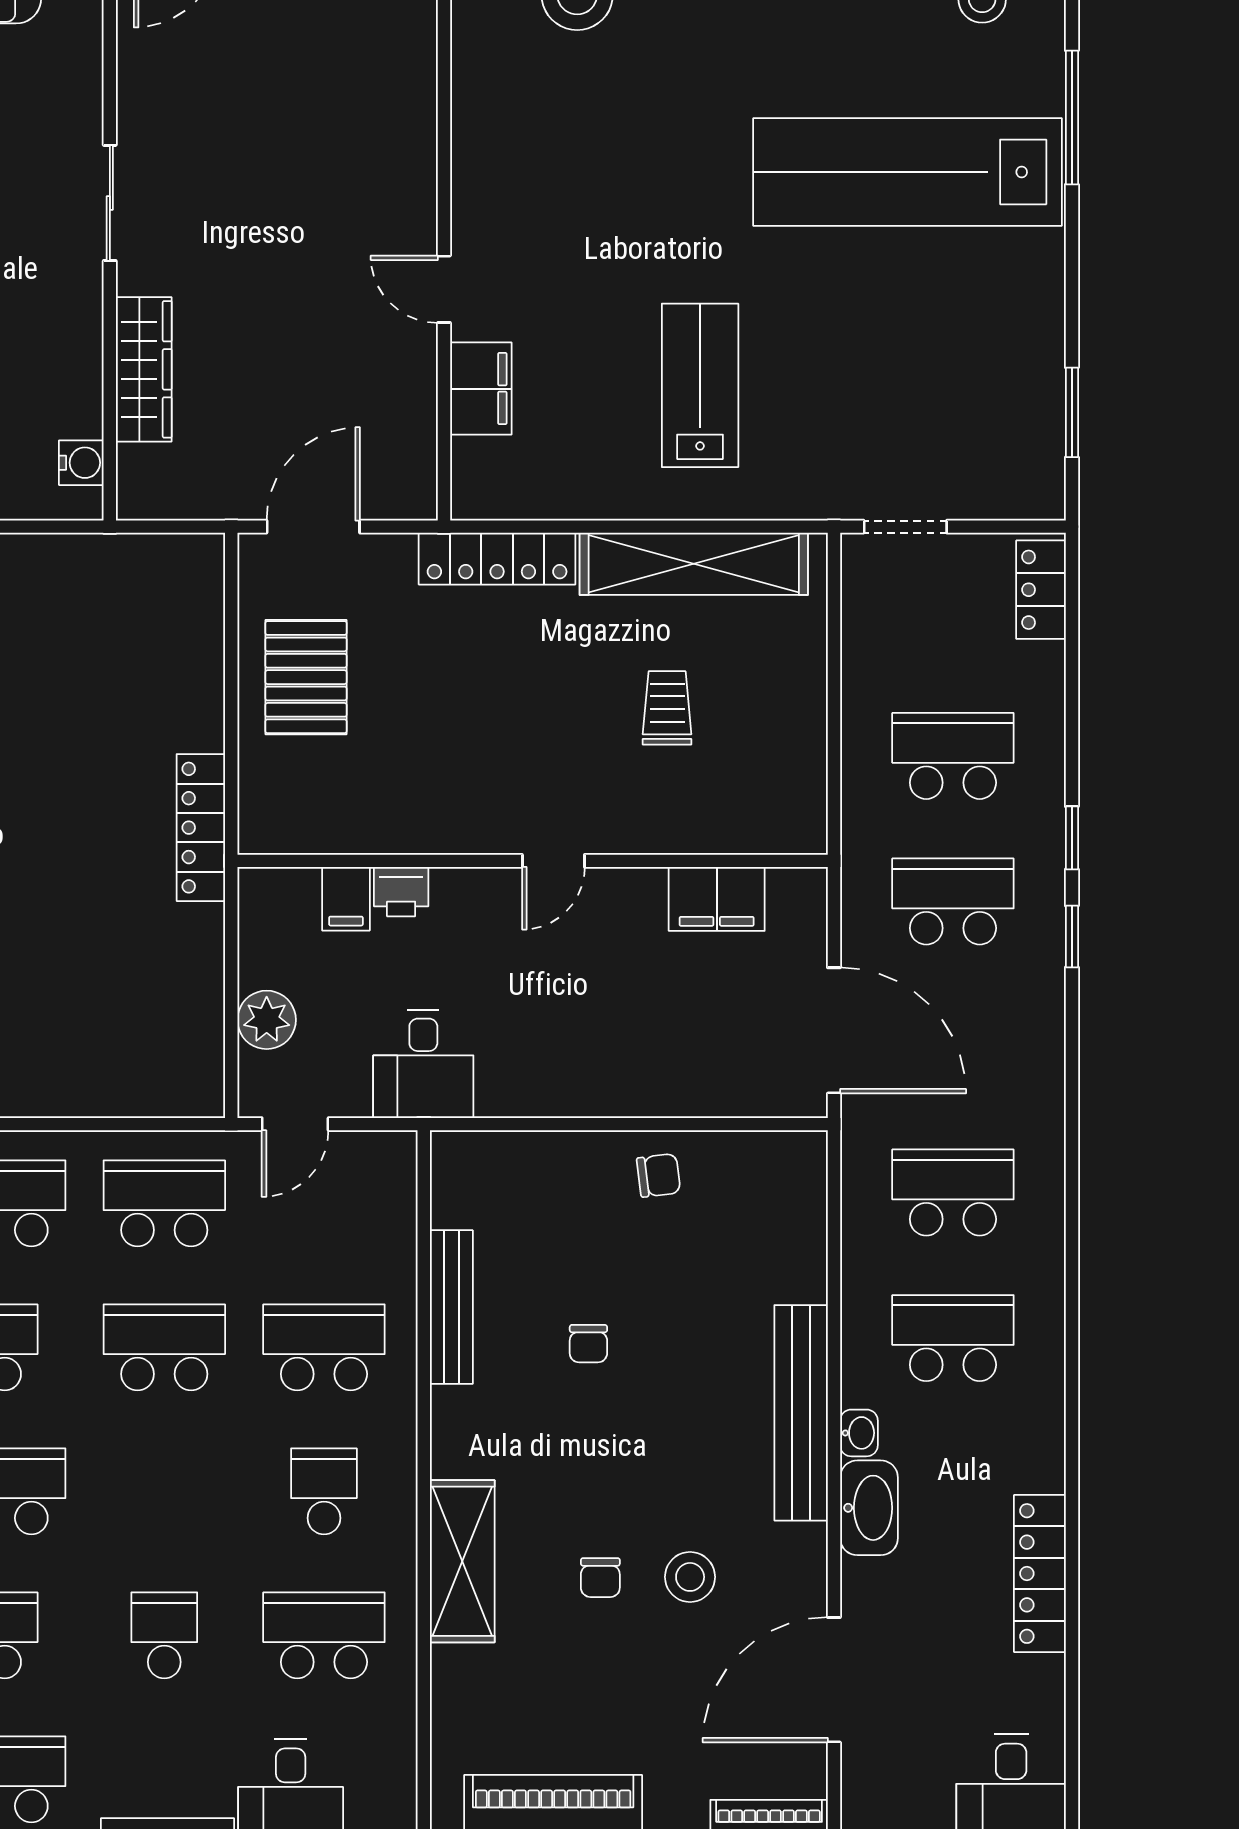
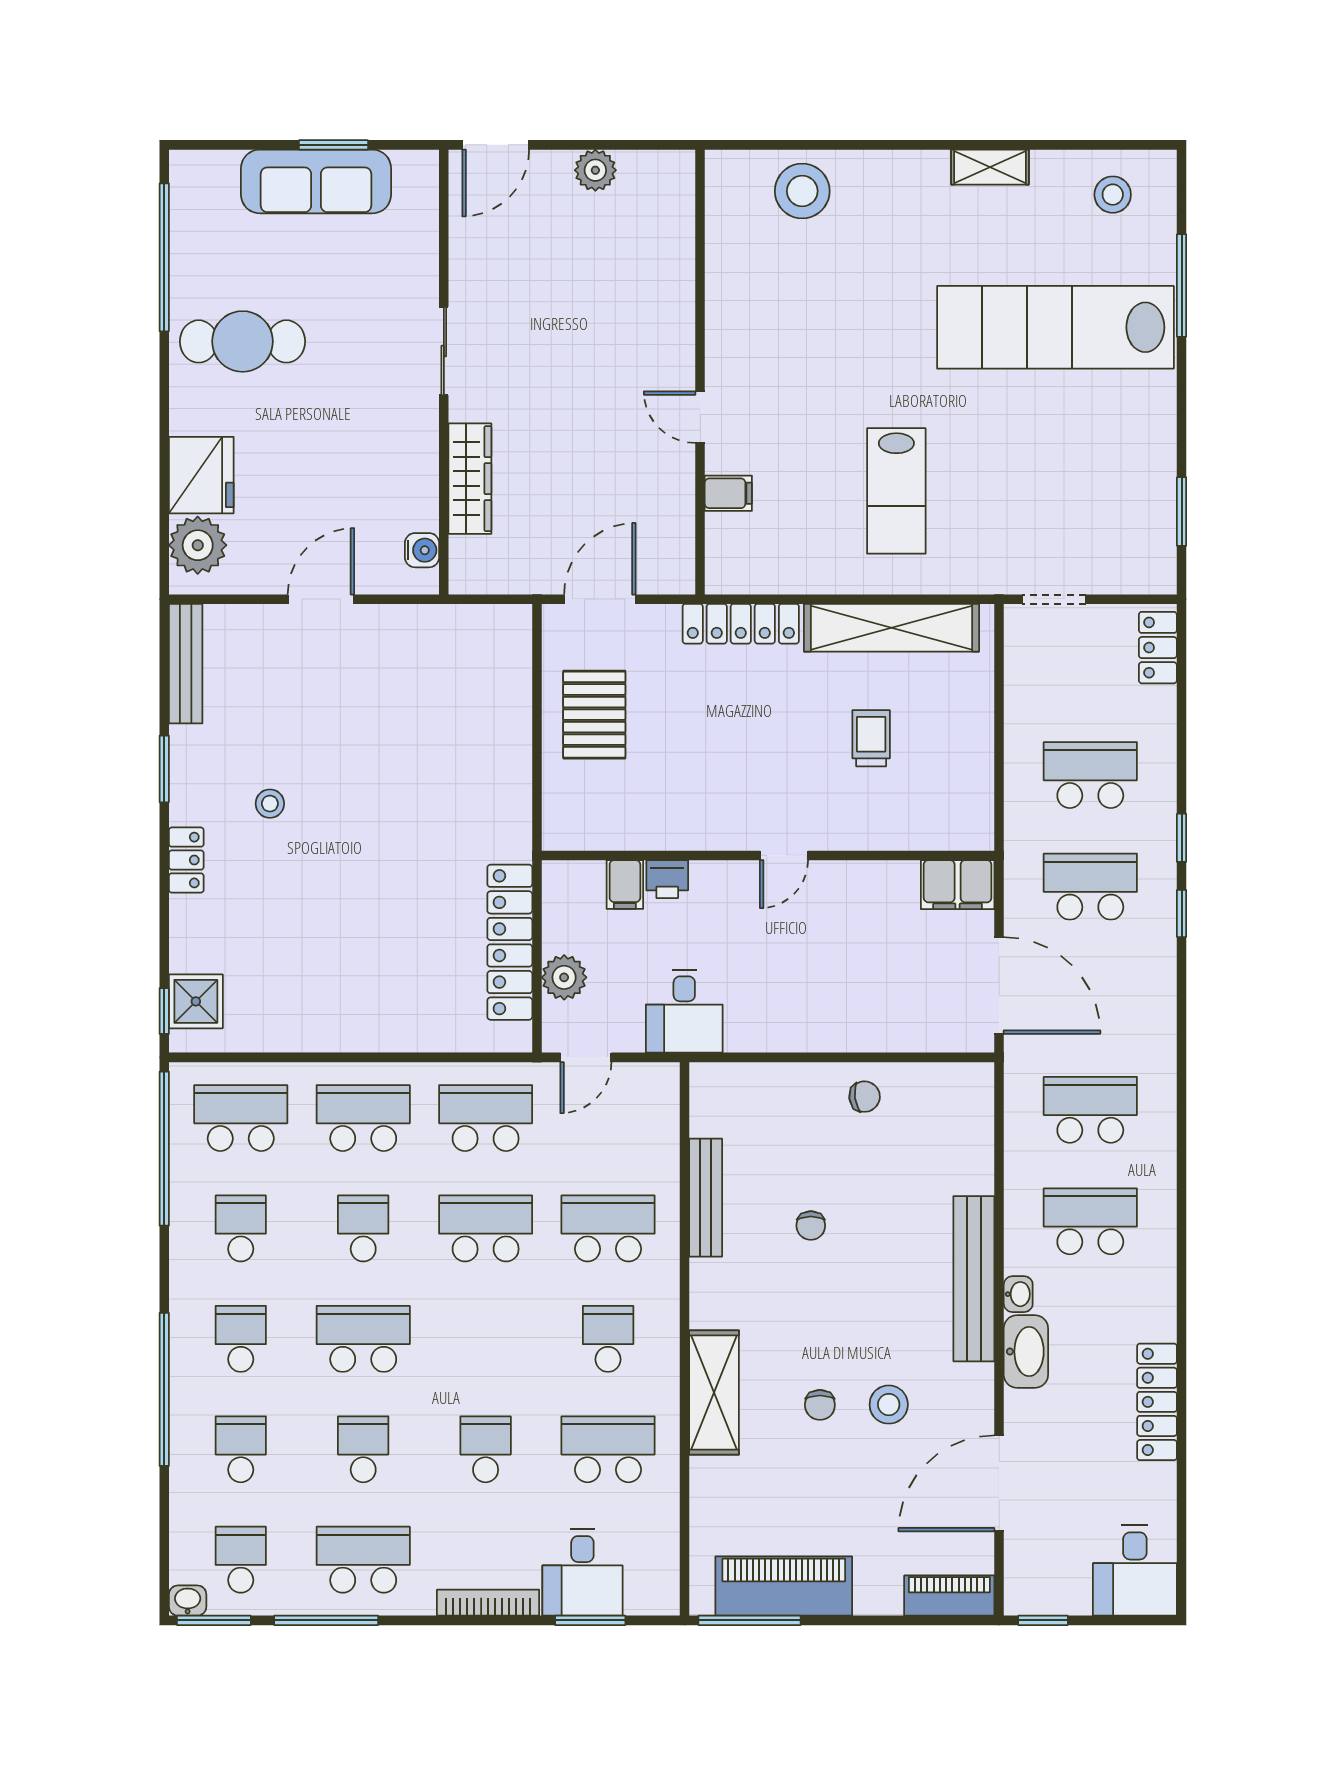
lab bench: (700, 385) -> (896, 491), turned 180
filing cabinet: (481, 389) -> (728, 493), width x0.50
locker: (201, 828) -> (510, 942), moved, width x1.41, depth x1.21
filing cabinet: (717, 899) -> (958, 885), moved

